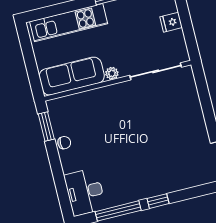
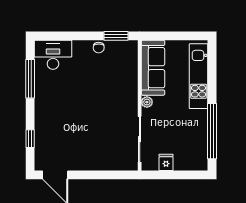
fridge: (171, 22) -> (166, 162), moved
window: (158, 201) -> (30, 139), moved

